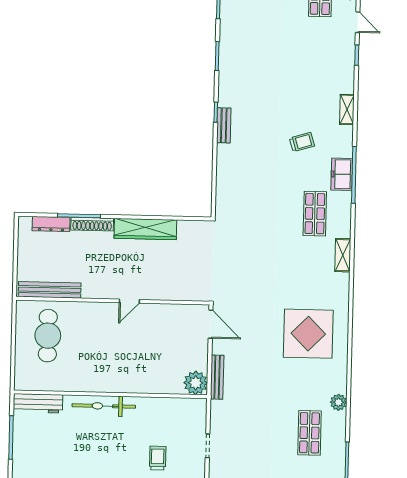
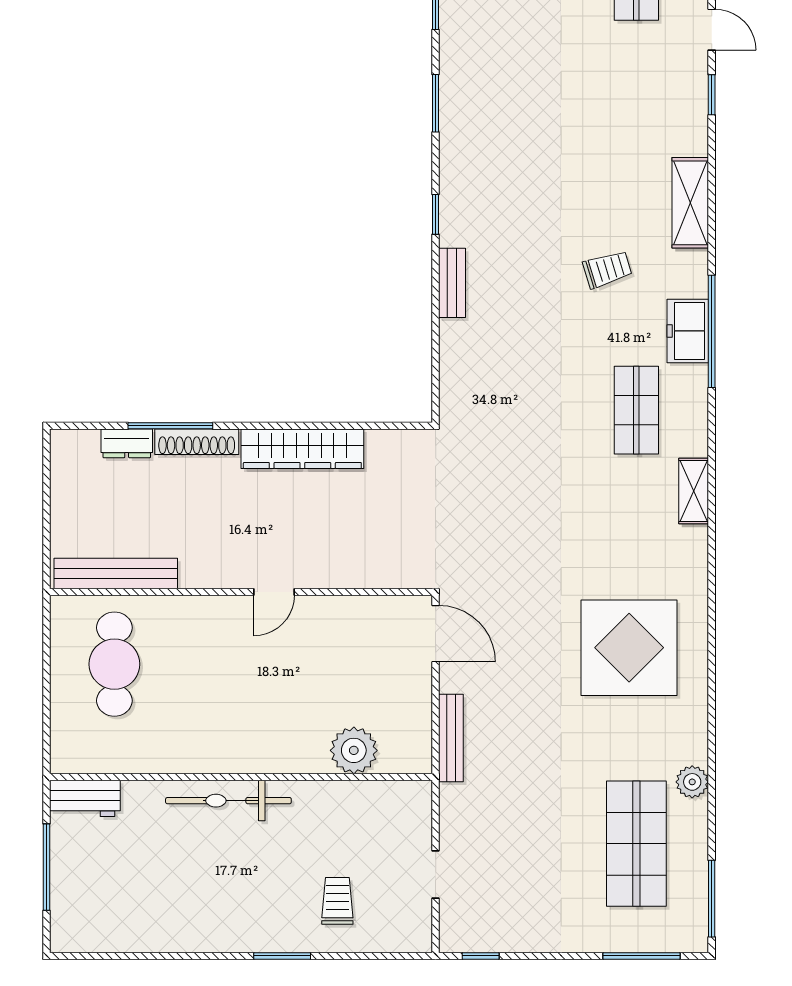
shelving: (347, 109) -> (690, 203), width x1.50, depth x1.33
bench: (224, 125) -> (452, 283), moved
dresser: (51, 224) -> (127, 443), width x0.70
plant: (196, 383) -> (354, 750), moved
workbench: (38, 403) -> (85, 798), width x0.73
shop shelf: (309, 433) -> (636, 844), width x1.43, depth x1.36

